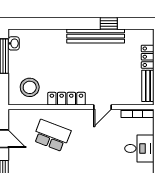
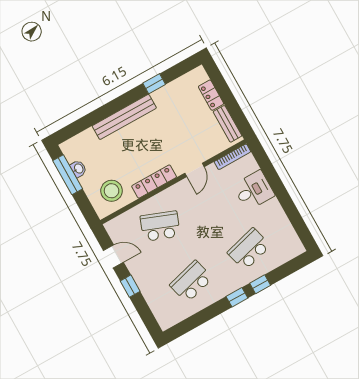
bench: (96, 36) -> (124, 117), moved
washbasin: (14, 43) -> (78, 169), moved

